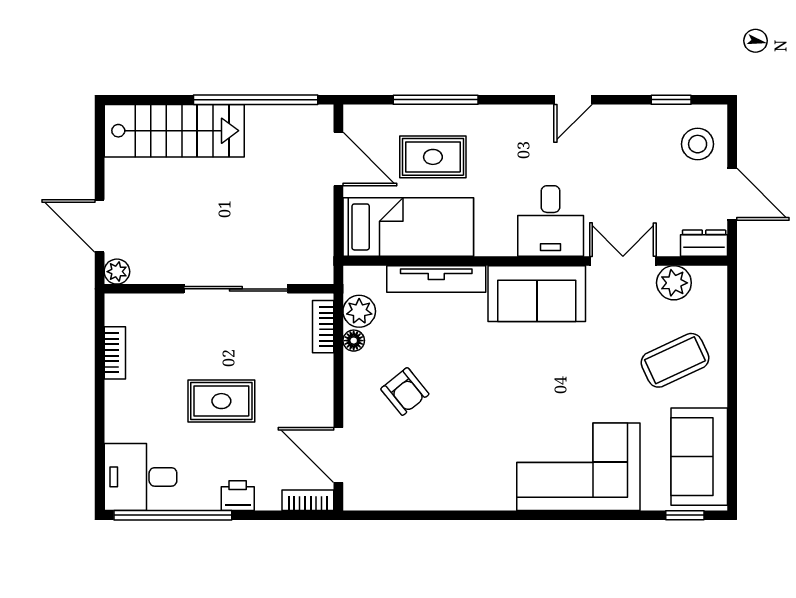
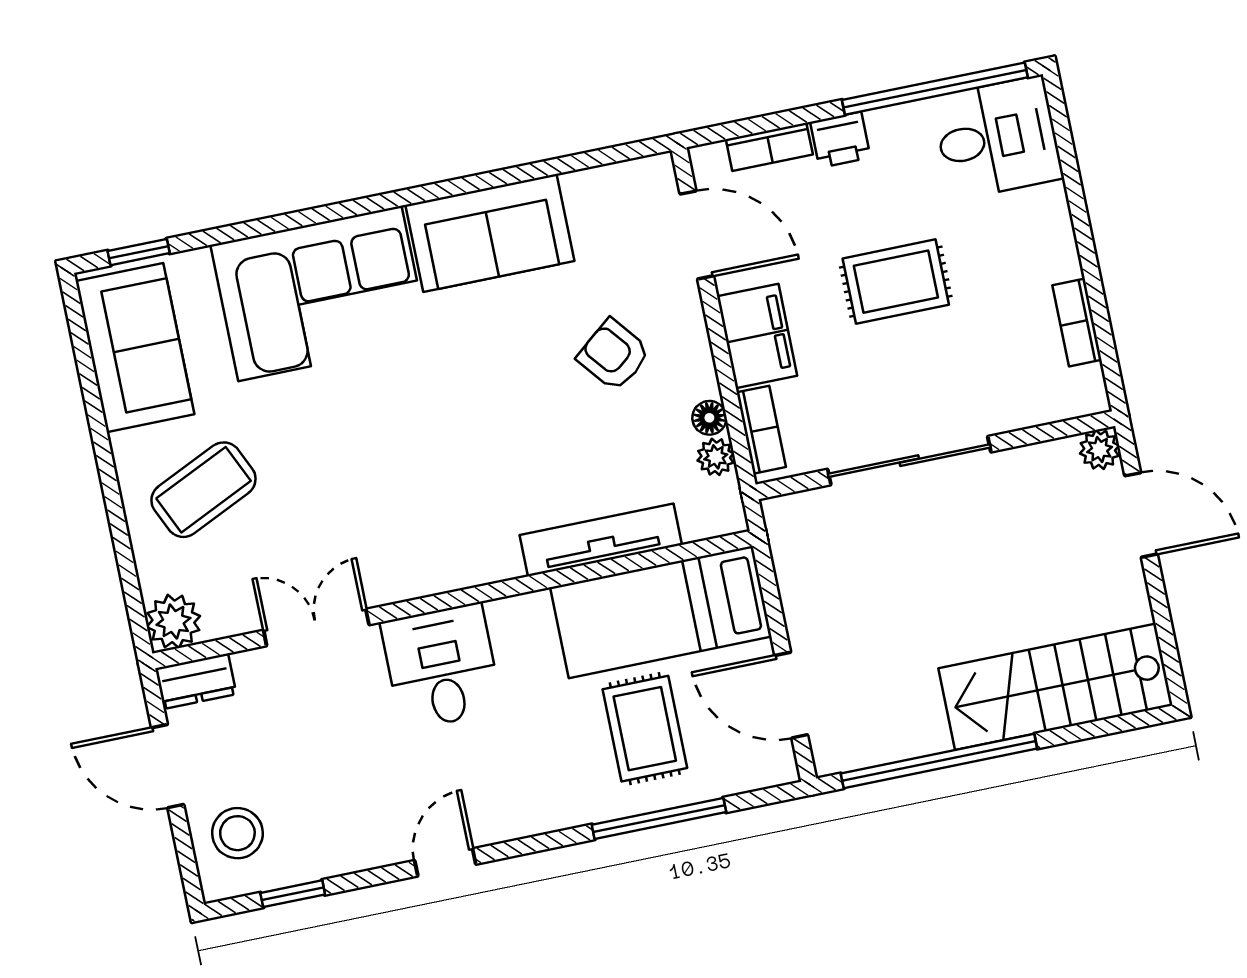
rug: (433, 157) -> (645, 729), turned 90
double door: (623, 261) -> (316, 628), swing flipped
plant: (674, 283) -> (173, 621), moved
sofa: (537, 294) -> (490, 233), moved, turned 180
plant: (359, 311) -> (716, 457), width x0.73, depth x0.73
filing cabinet: (314, 385) -> (757, 336), added
bookcase: (308, 500) -> (769, 147), moved

